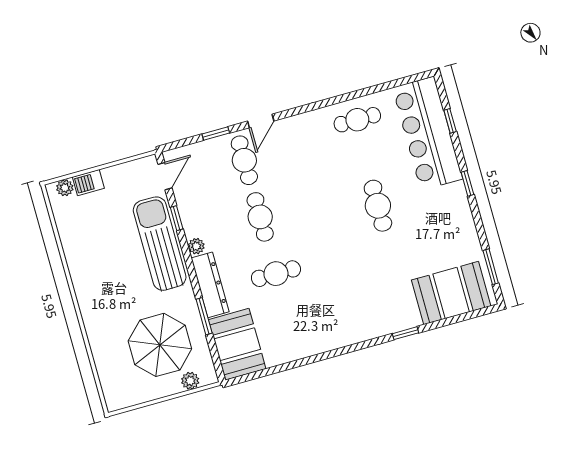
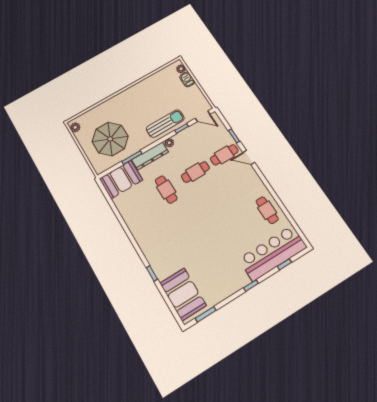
cafe table: (378, 206) -> (222, 236), removed
sun lounger: (160, 244) -> (165, 124), width x0.73, depth x0.75
plant: (190, 381) -> (75, 127), moved

